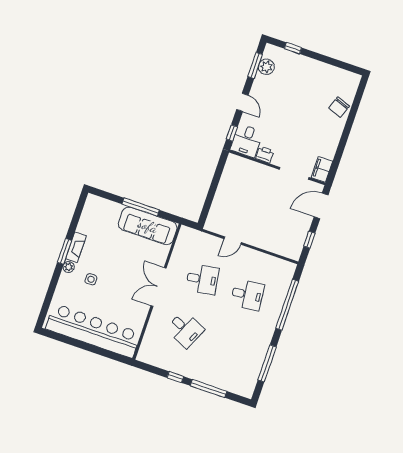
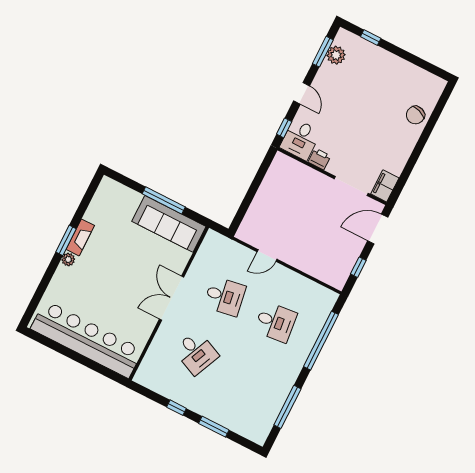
side table: (91, 279) -> (93, 278), removed
window: (208, 388) -> (214, 427), width x0.69

